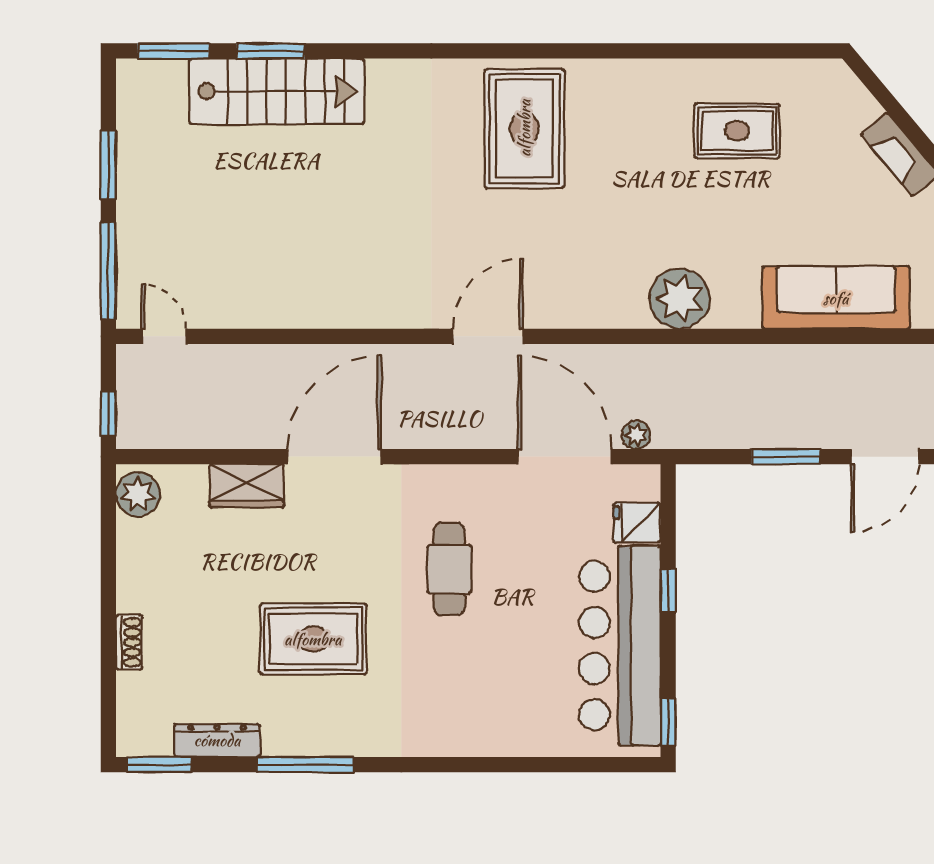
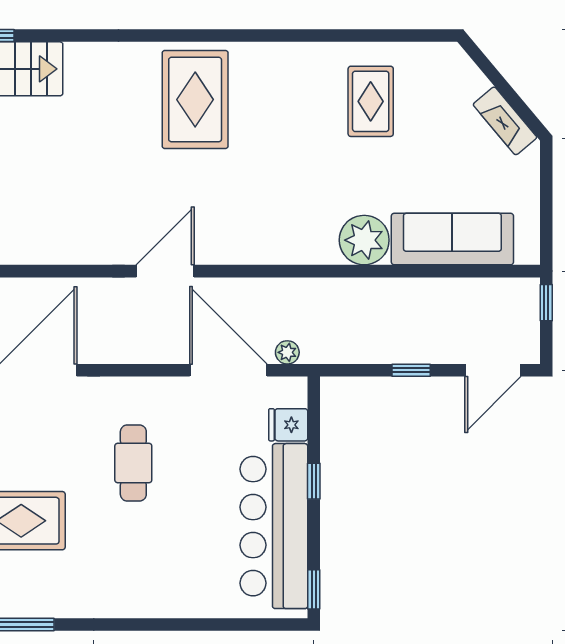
rug: (737, 131) -> (371, 101), turned 90
plant: (680, 299) -> (364, 240), moved
window: (786, 457) -> (411, 370), width x0.67

